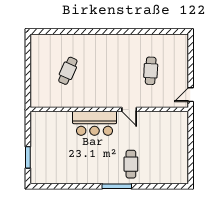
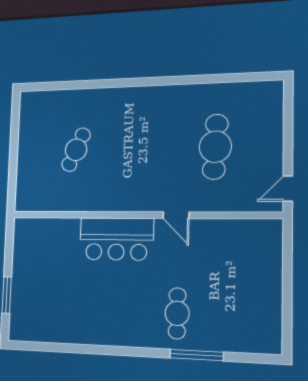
cafe table: (151, 71) -> (215, 147), width x1.37, depth x1.35
window: (117, 186) -> (197, 355), moved

